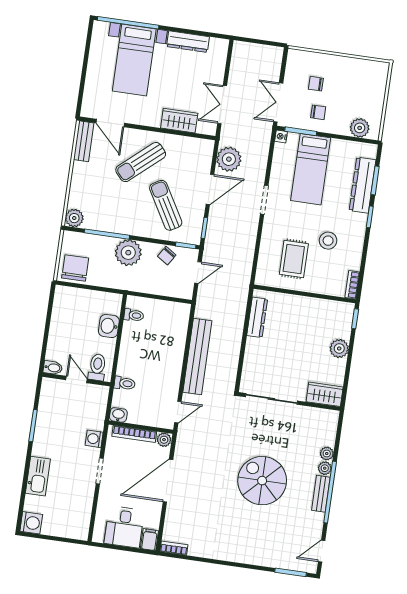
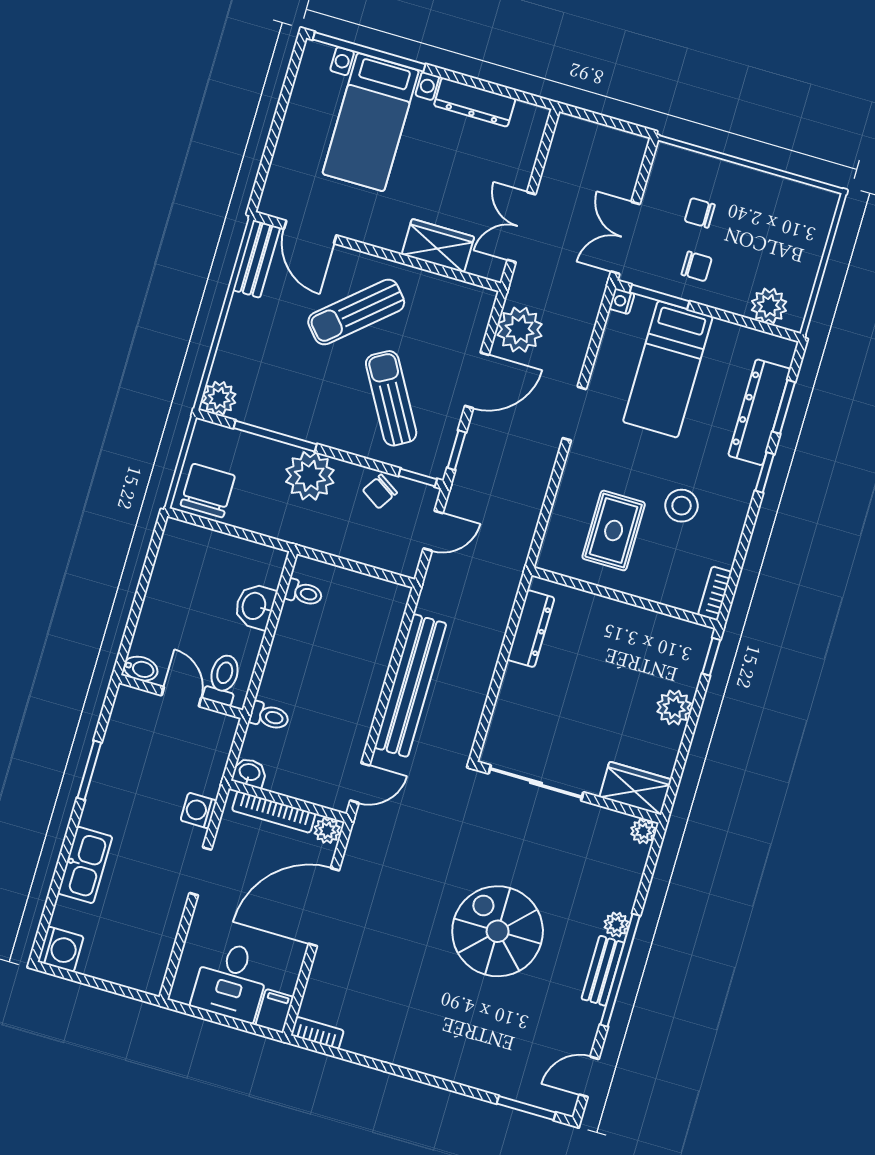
plant: (327, 454) -> (643, 831), moved

